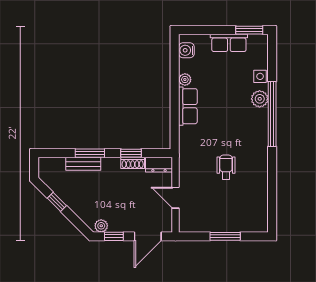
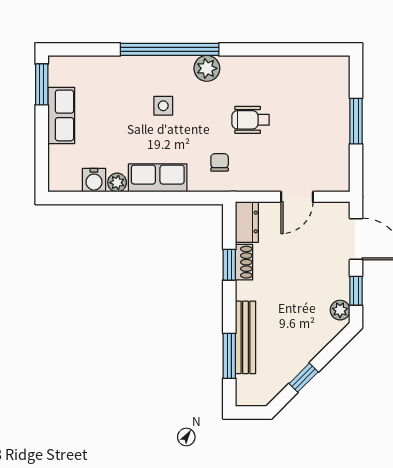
water cooler: (186, 50) -> (94, 180), moved
side table: (260, 76) -> (163, 106), moved
plant: (260, 99) -> (207, 68), moved
chair: (198, 147) -> (220, 162), added
window: (90, 153) -> (229, 356), moved
bench: (83, 164) -> (246, 337), width x1.36

